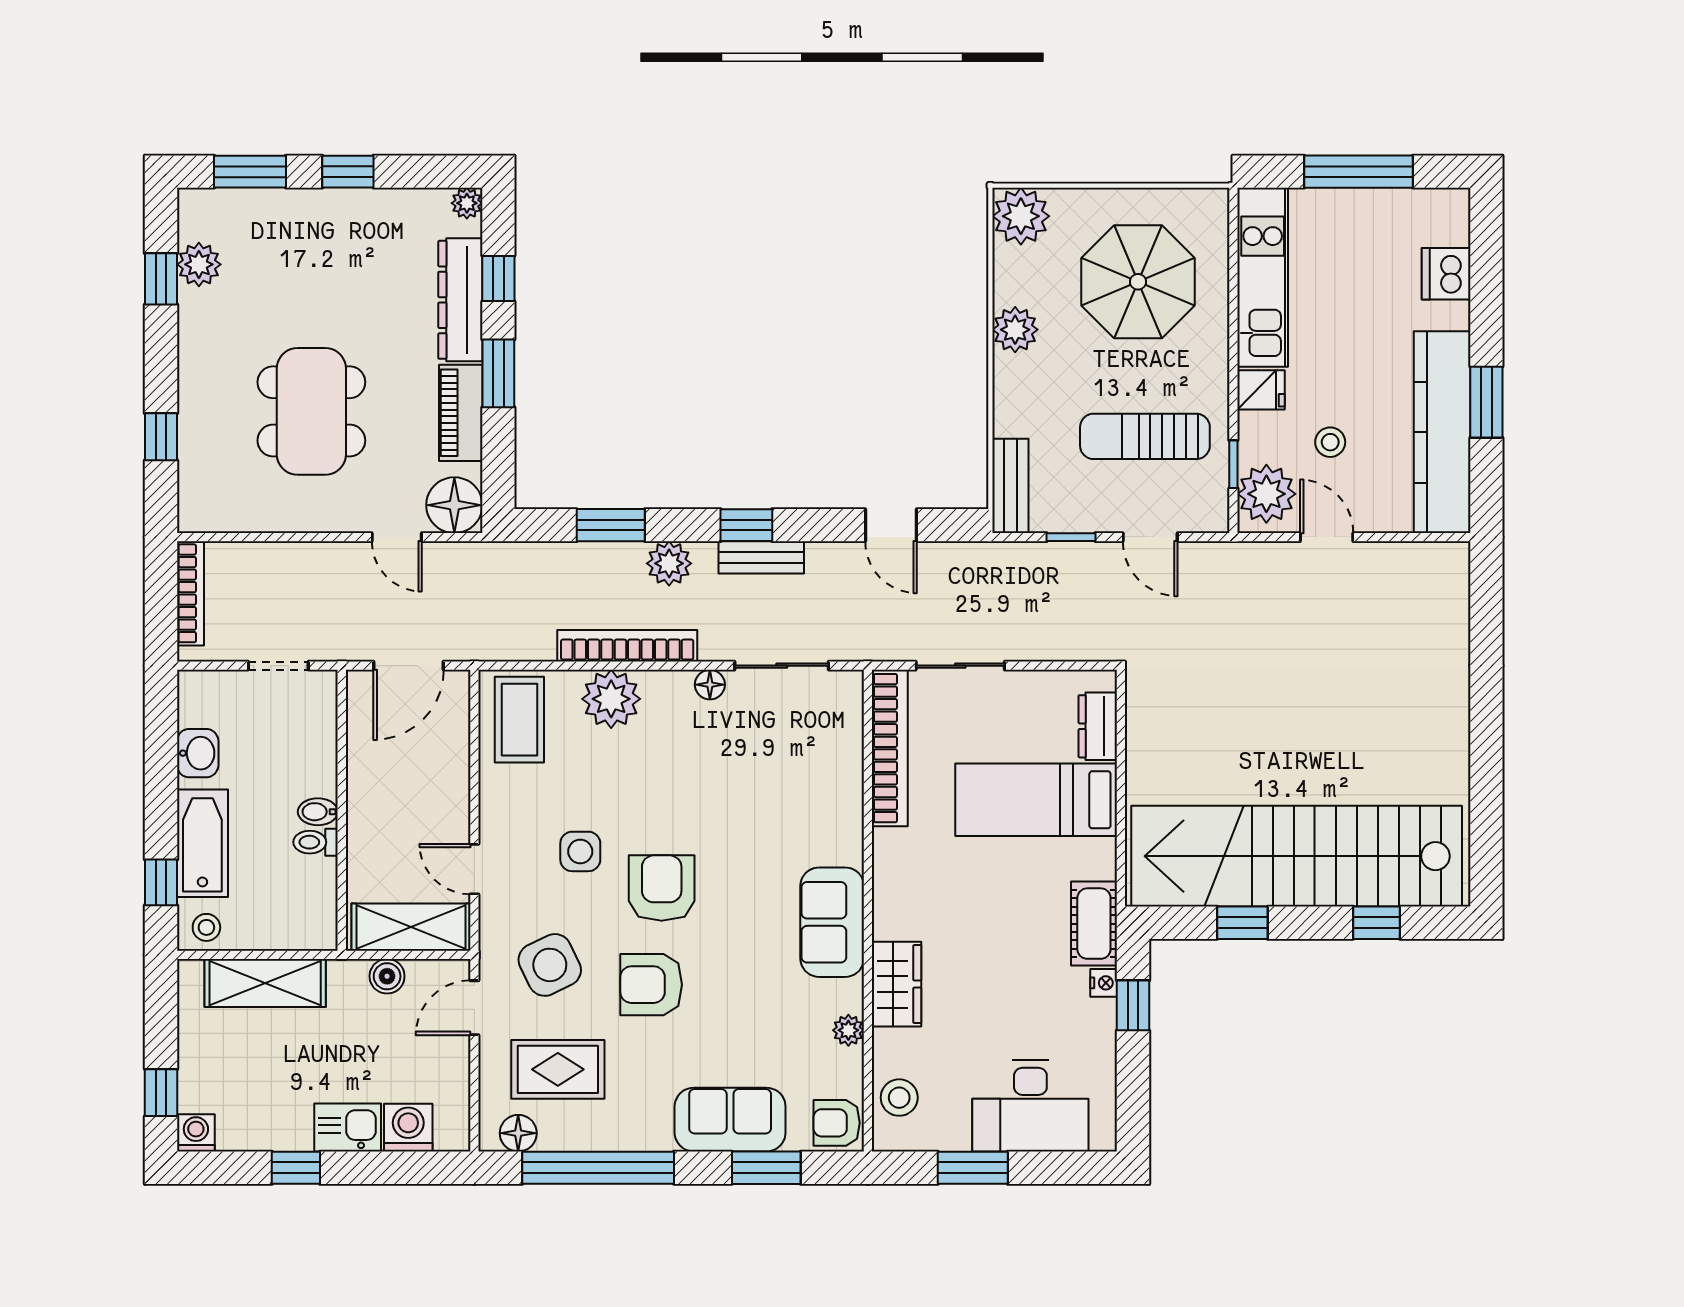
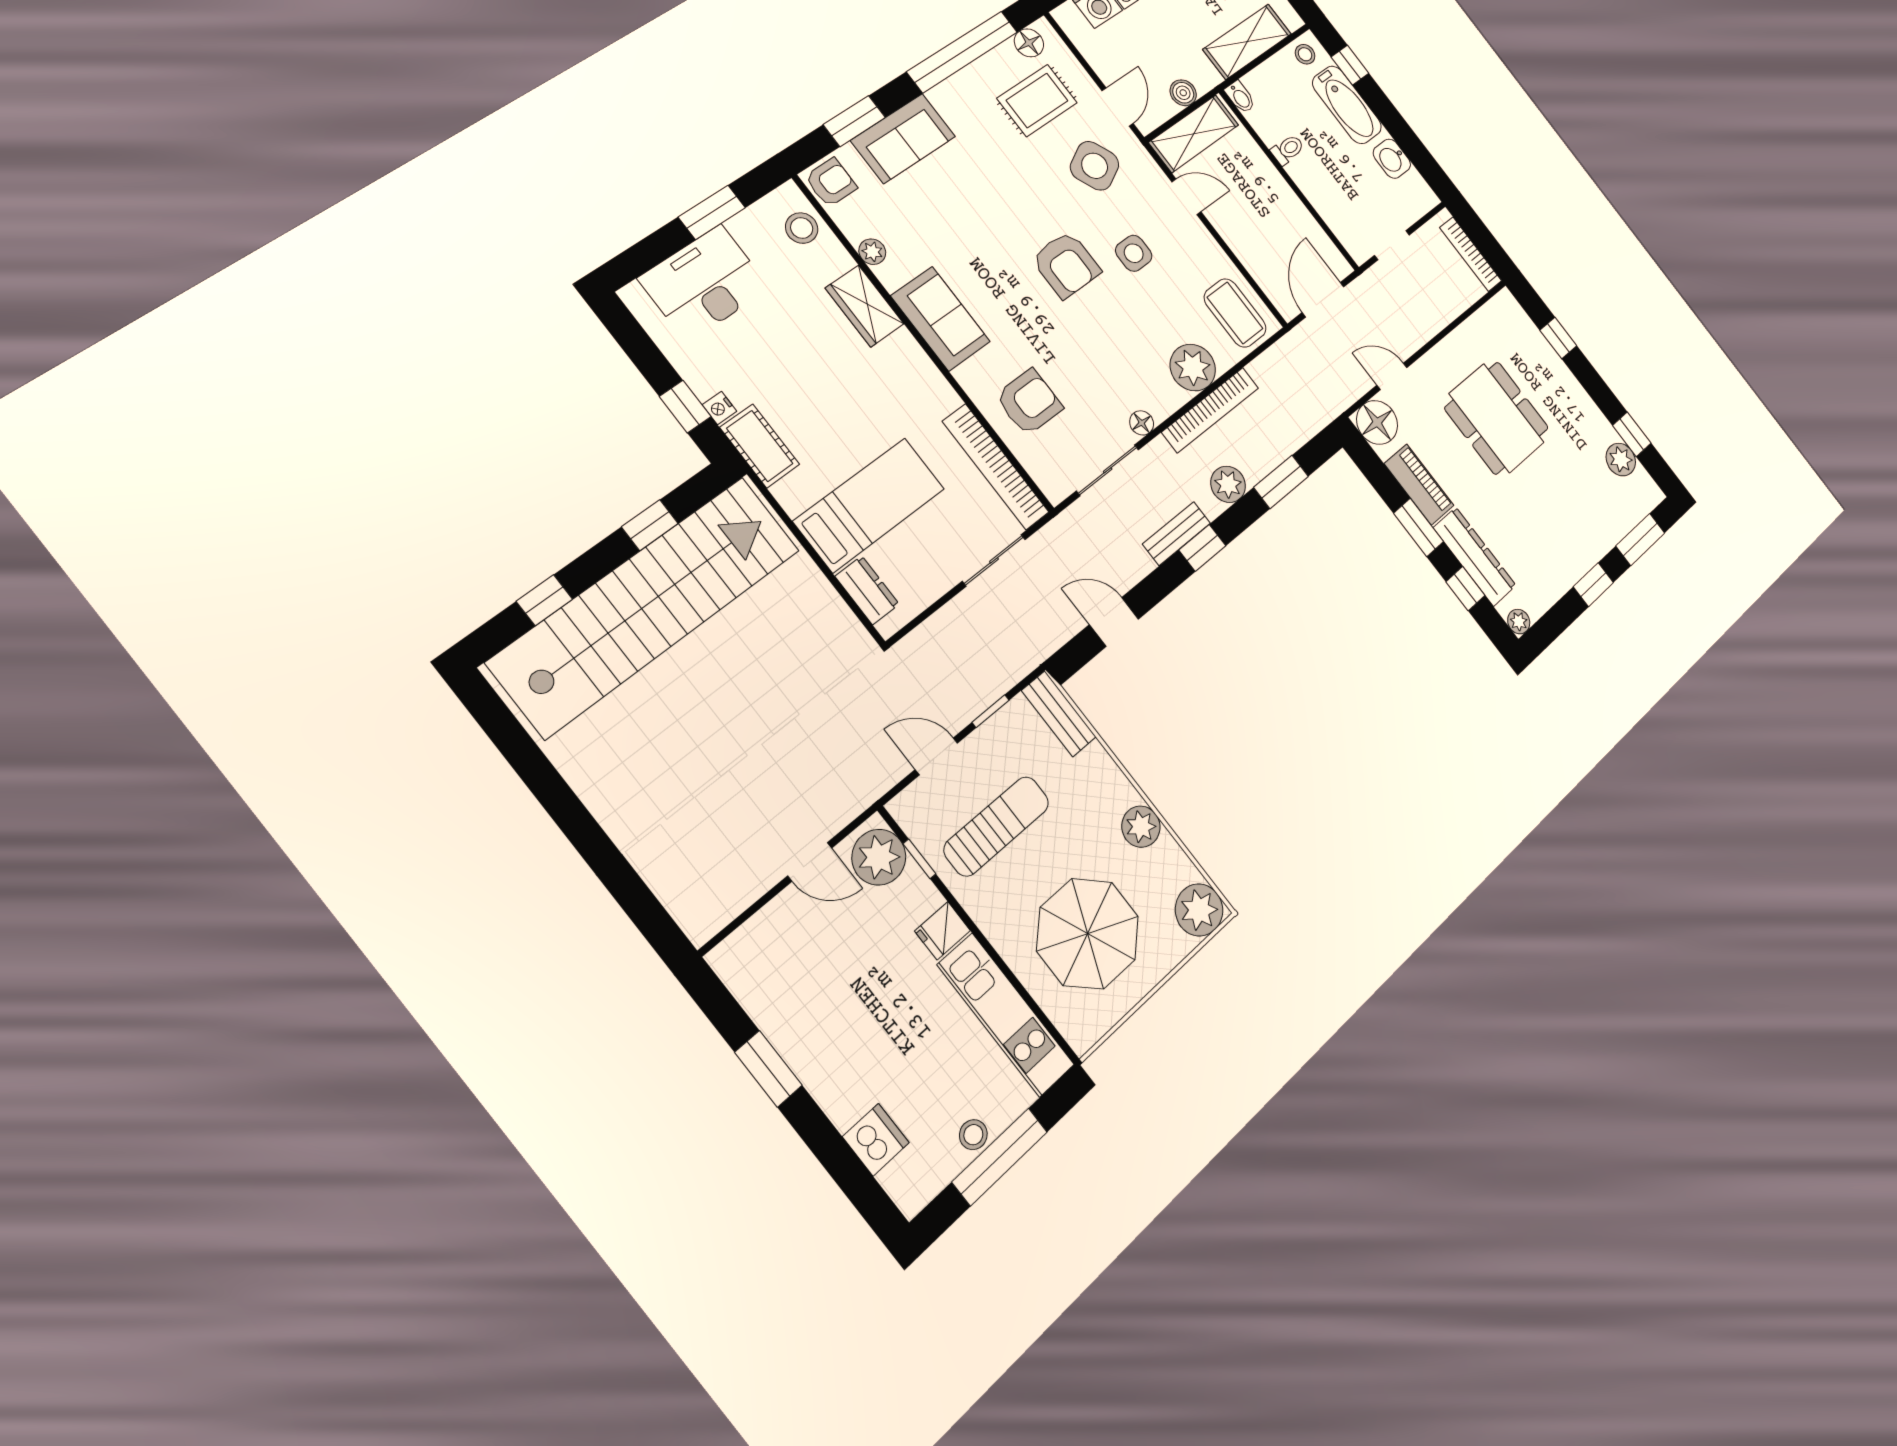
kitchen counter: (1442, 432) -> (785, 1016), removed
stool: (1330, 442) -> (973, 1135), moved
bidet: (318, 812) -> (1240, 97), moved, turned 90
armchair: (651, 985) -> (1029, 402), moved

